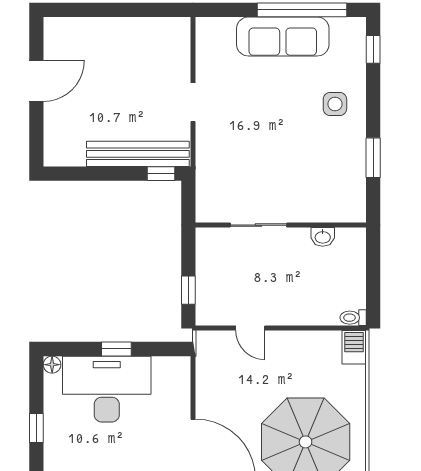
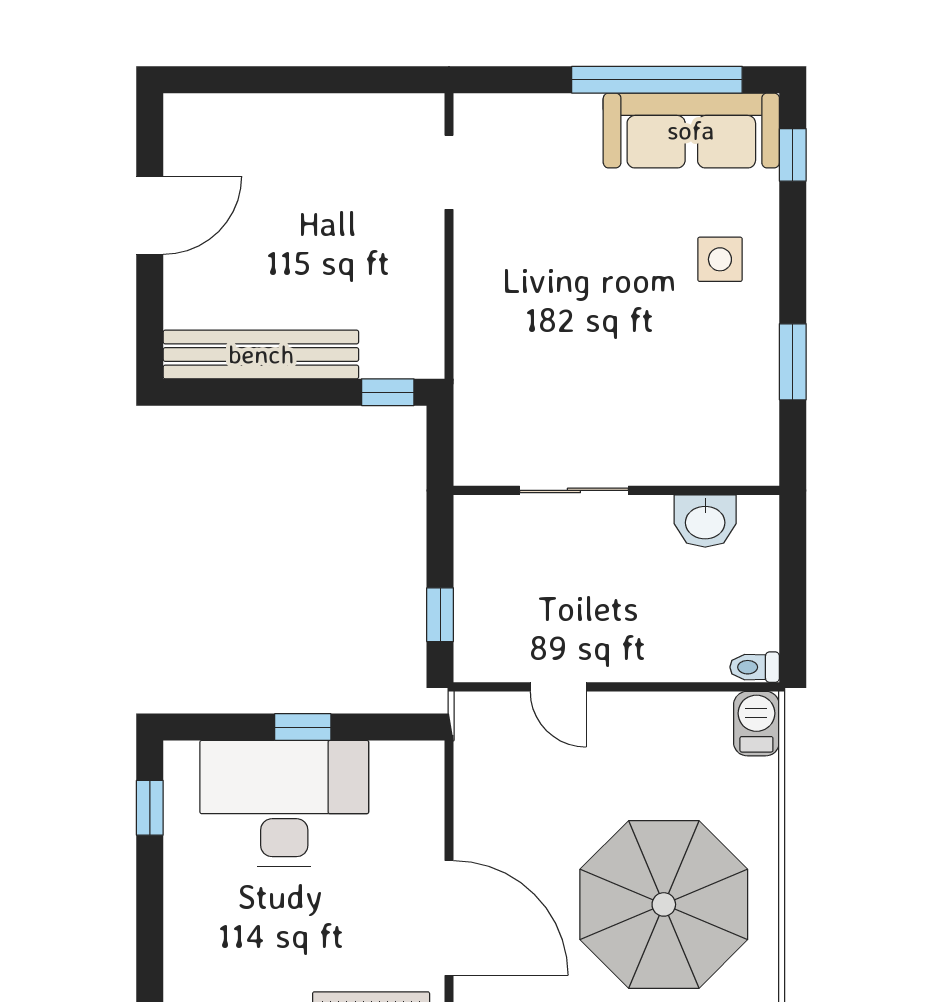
sofa: (283, 37) -> (691, 130), moved
doorway: (193, 102) -> (449, 172), moved
bench: (138, 154) -> (261, 354), moved
washbasin: (323, 237) -> (705, 521), width x1.38, depth x1.45
floor lamp: (52, 365) -> (180, 757), removed
window: (36, 428) -> (150, 808), moved

